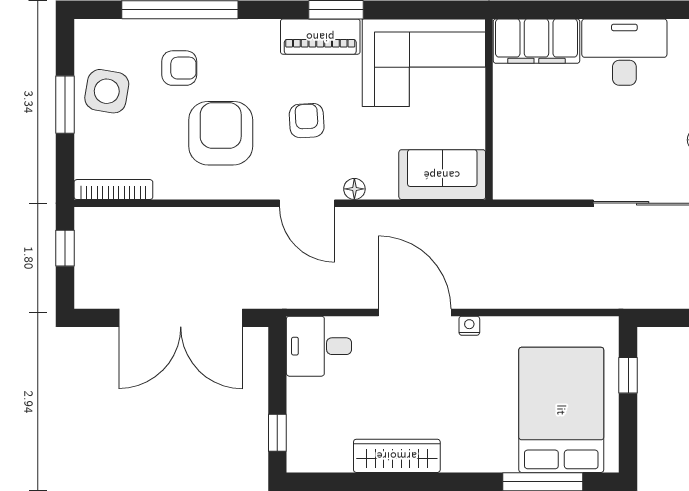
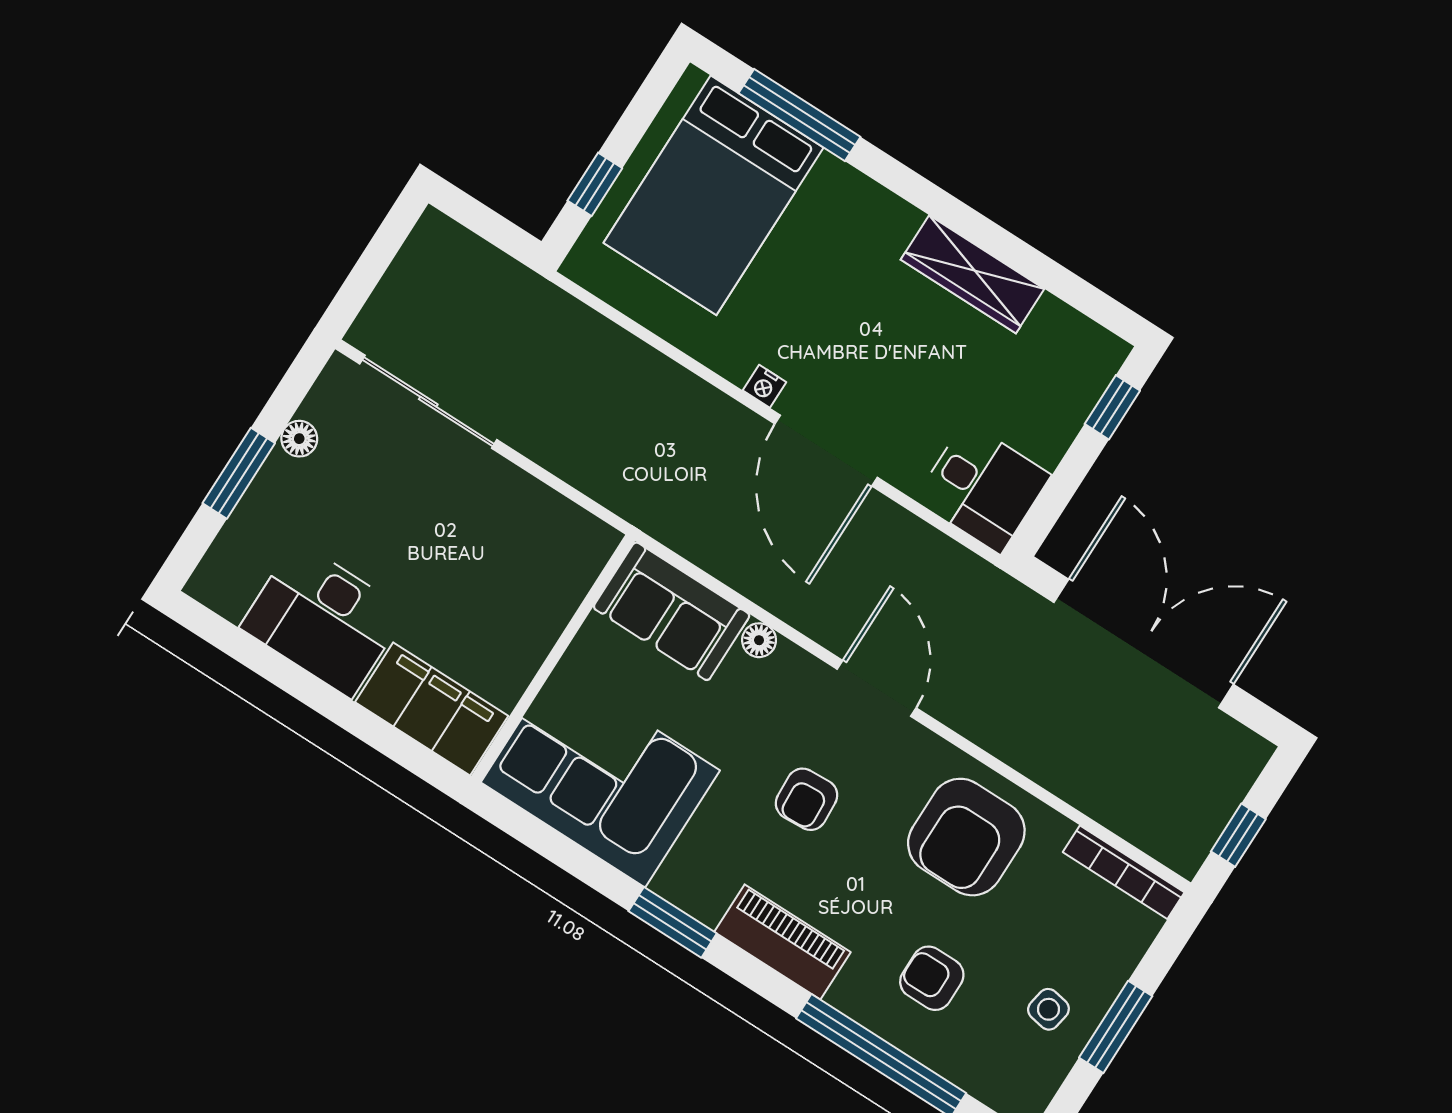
piano: (320, 37) -> (782, 942), moved
side table: (107, 91) -> (1048, 1009), width x0.54, depth x0.54
armchair: (221, 133) -> (966, 837), moved
floor lamp: (354, 189) -> (759, 640), moved

